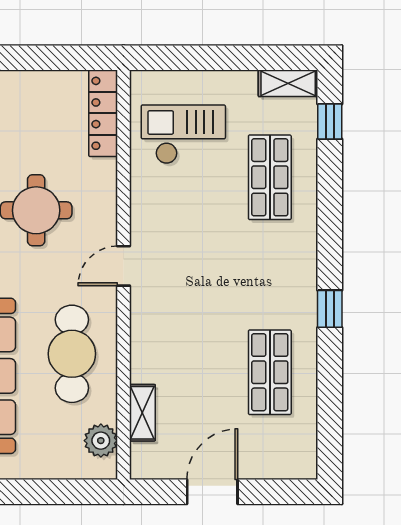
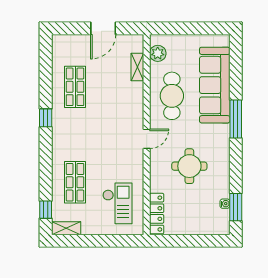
checkout: (183, 134) -> (117, 203), turned -90

